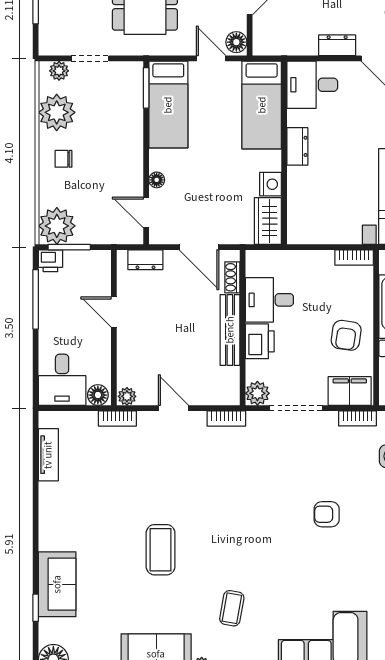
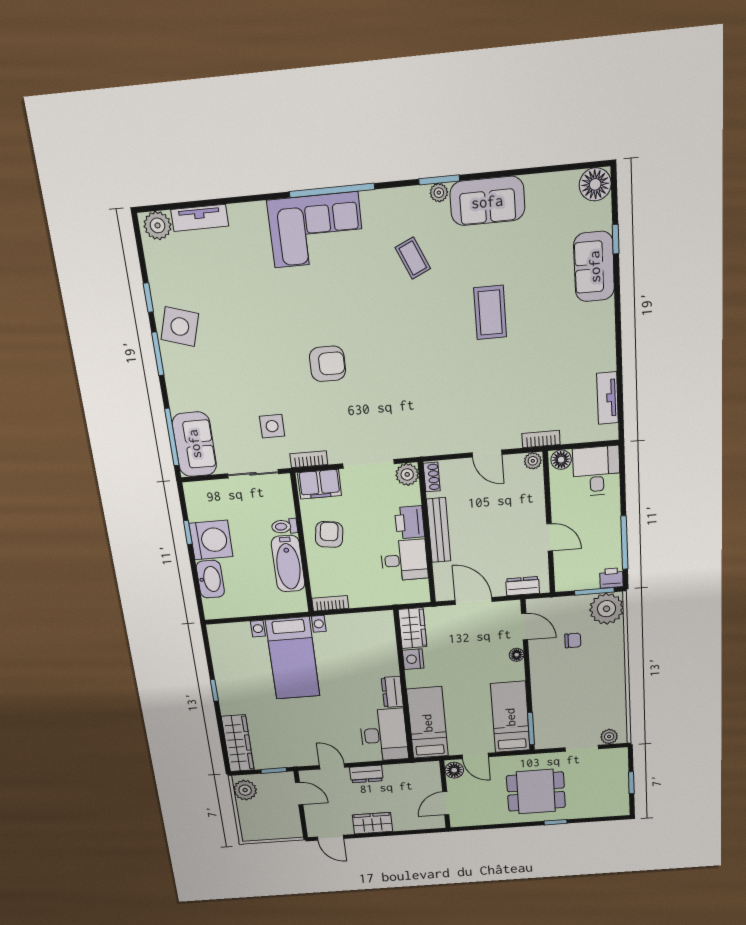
desk: (312, 85) -> (384, 735), width x1.37
plant: (57, 112) -> (610, 703), removed
chair: (63, 159) -> (573, 640), moved
shoe rack: (232, 277) -> (432, 477), moved
bookcase: (226, 419) -> (435, 448), removed
armchair: (327, 514) -> (327, 364), width x1.38, depth x1.38
coffee table: (232, 608) -> (413, 258), turned -34

